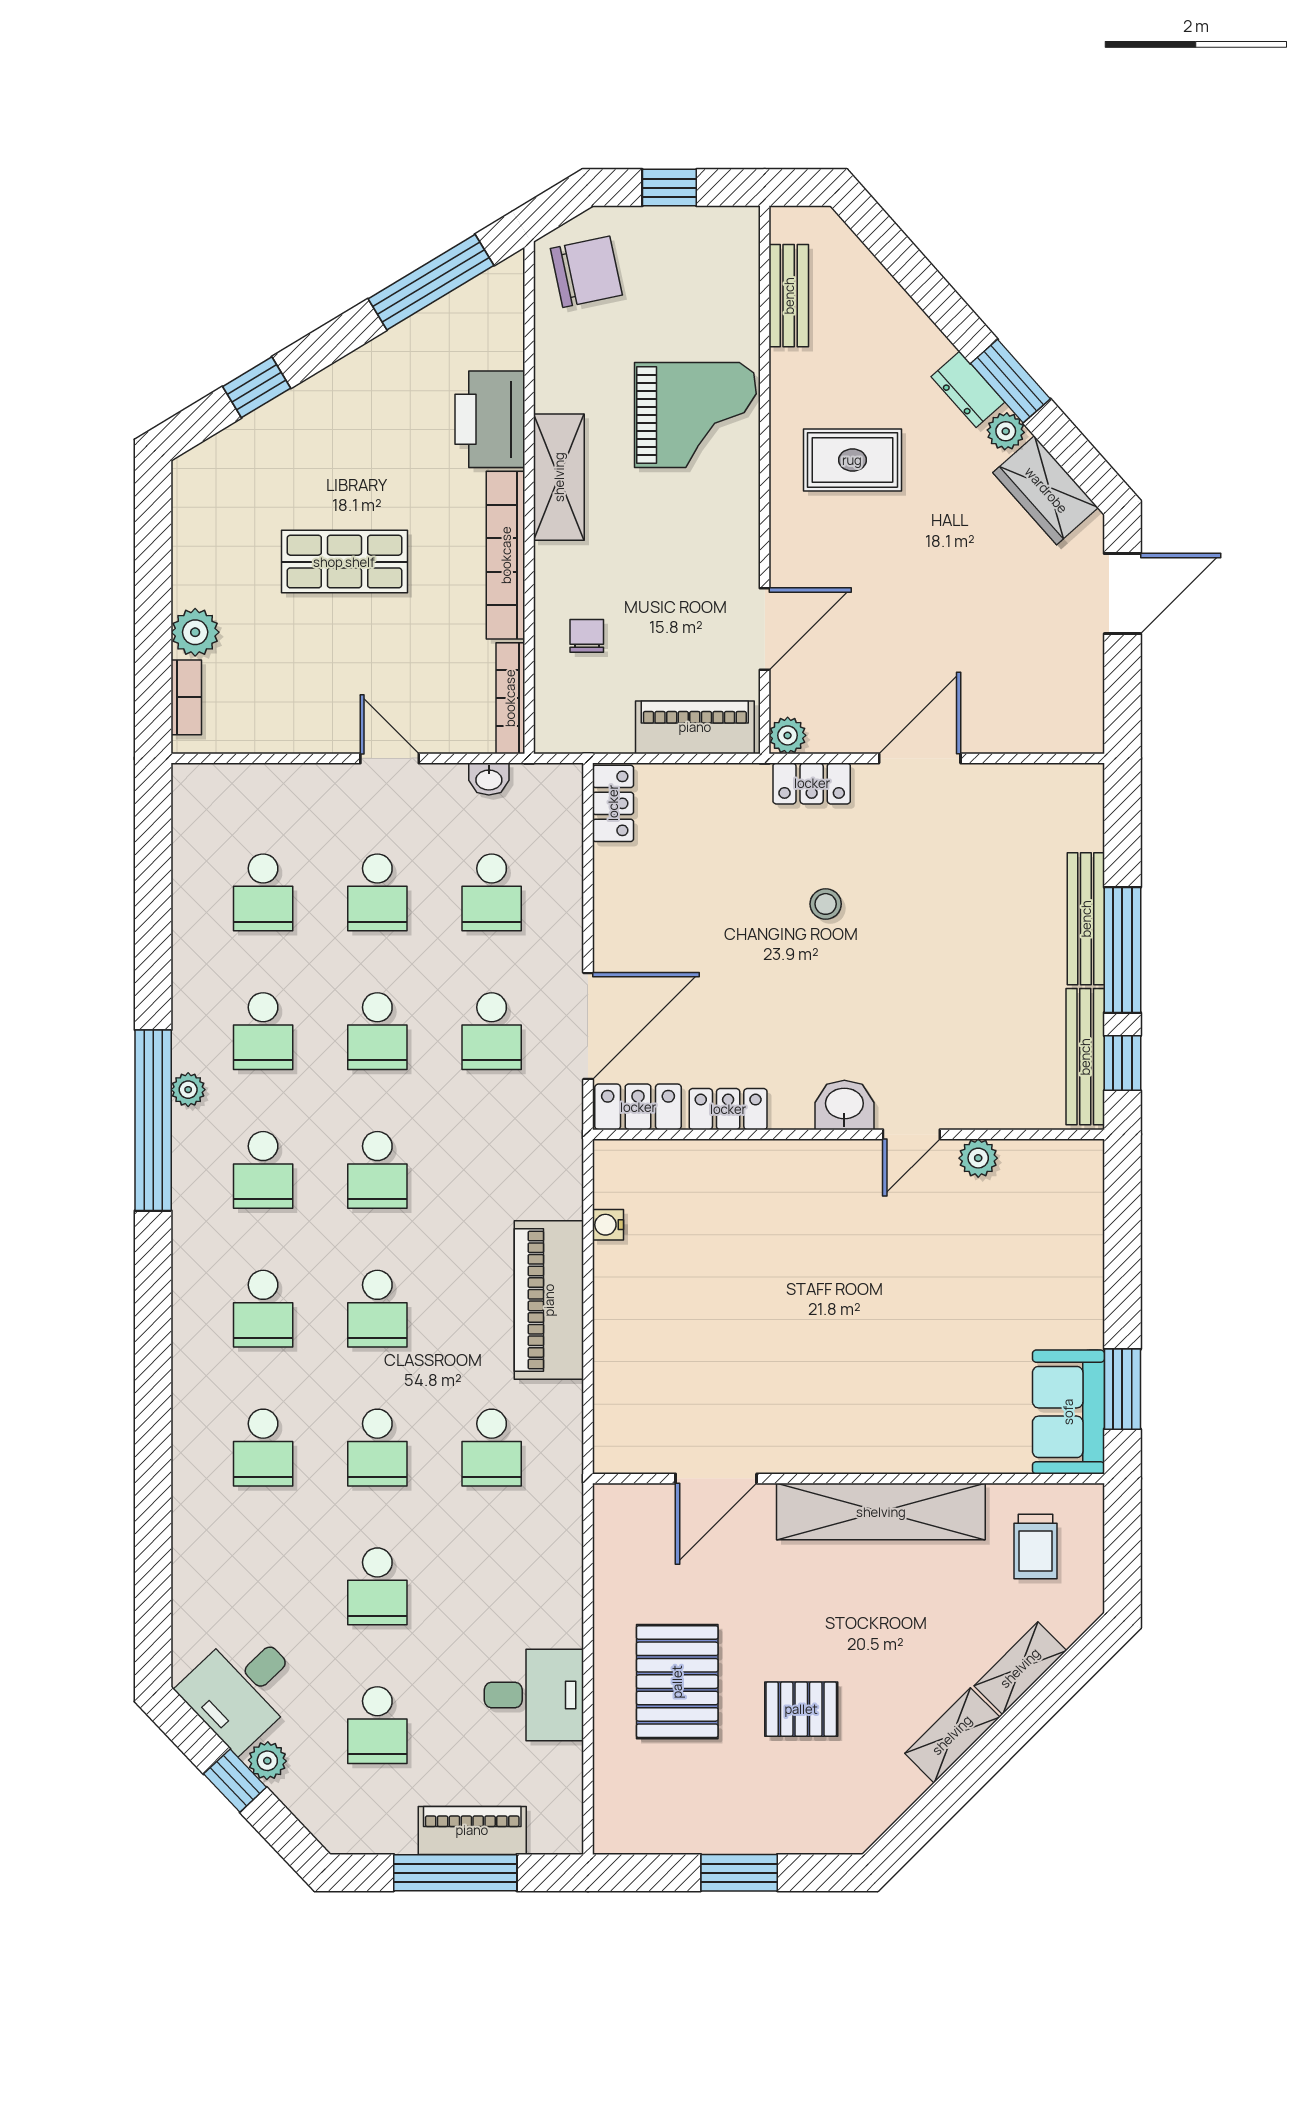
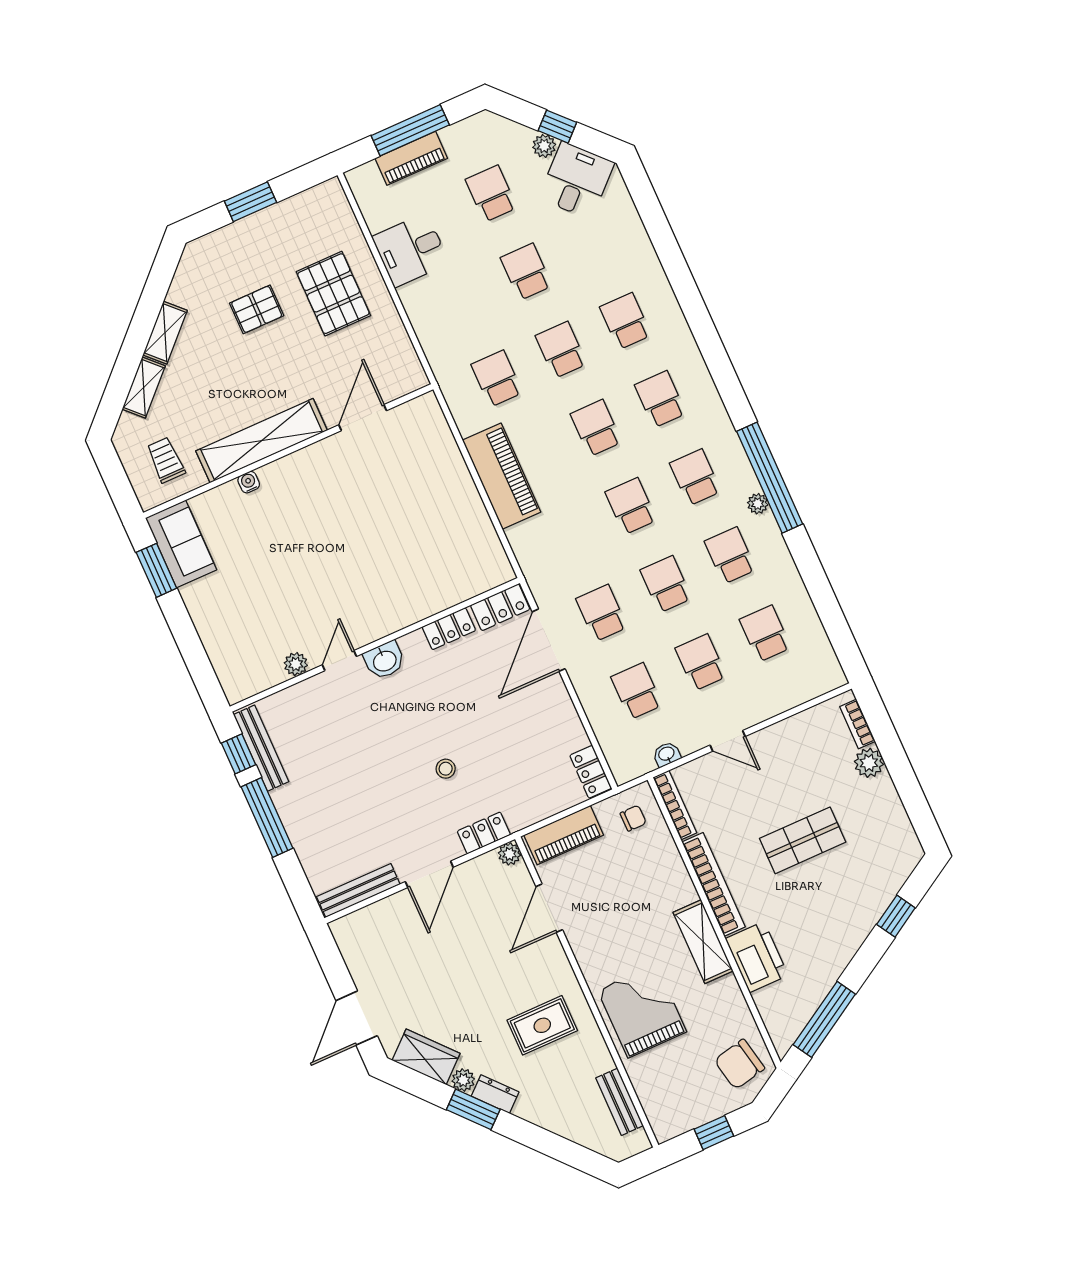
grand piano: (695, 415) -> (642, 1011), turned 90
chair: (587, 636) -> (633, 818), moved, turned -90
bench: (1086, 919) -> (358, 890), moved, turned 90
water cooler: (608, 1225) -> (249, 482), moved, turned -90

